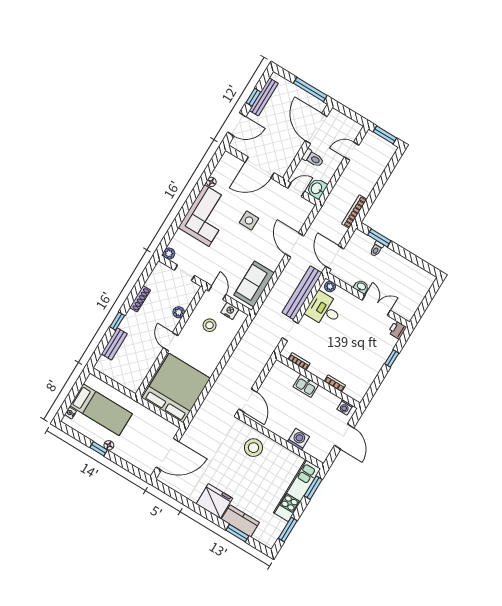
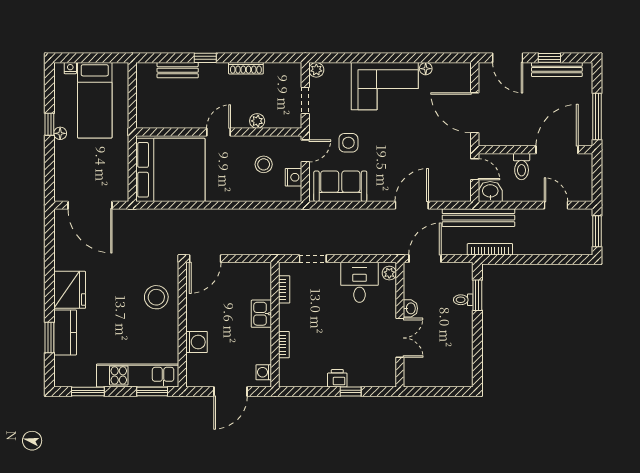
side table: (249, 220) -> (348, 143), moved
bench: (302, 293) -> (478, 218), moved
printer: (397, 330) -> (337, 378), moved

